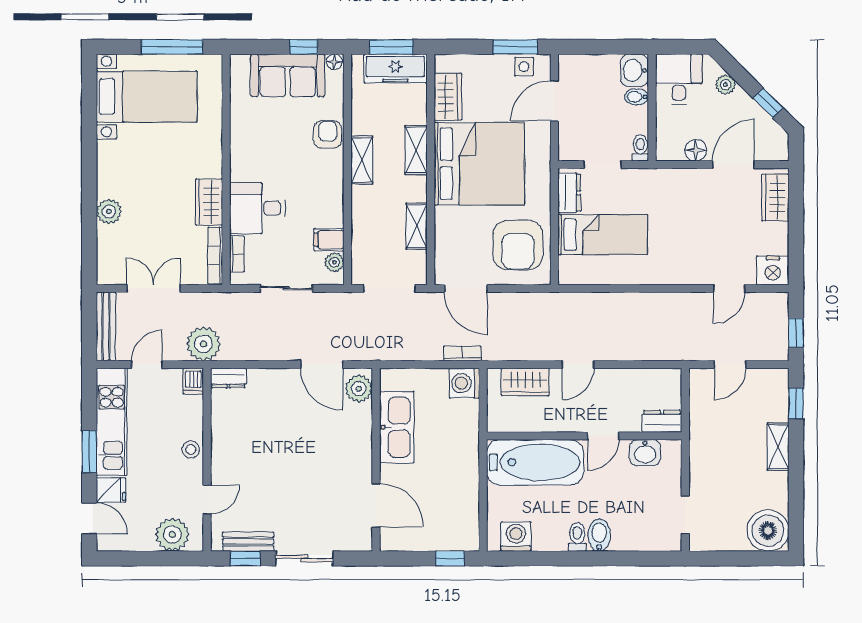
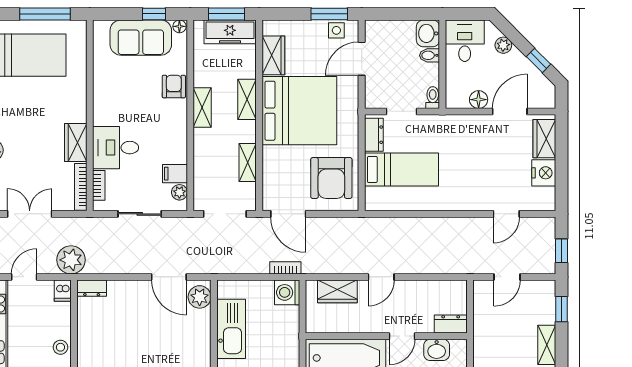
nightstand: (773, 270) -> (544, 173), moved, turned -90

